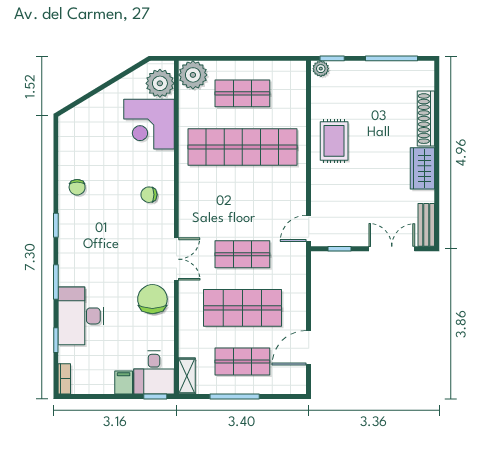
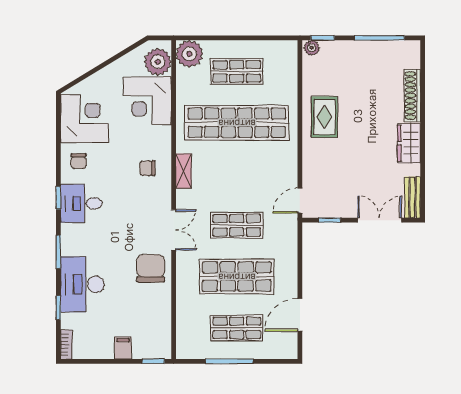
corner desk: (83, 143) -> (85, 119), added
desk: (154, 372) -> (81, 203), moved, turned 90
shelving: (187, 376) -> (184, 171), moved

